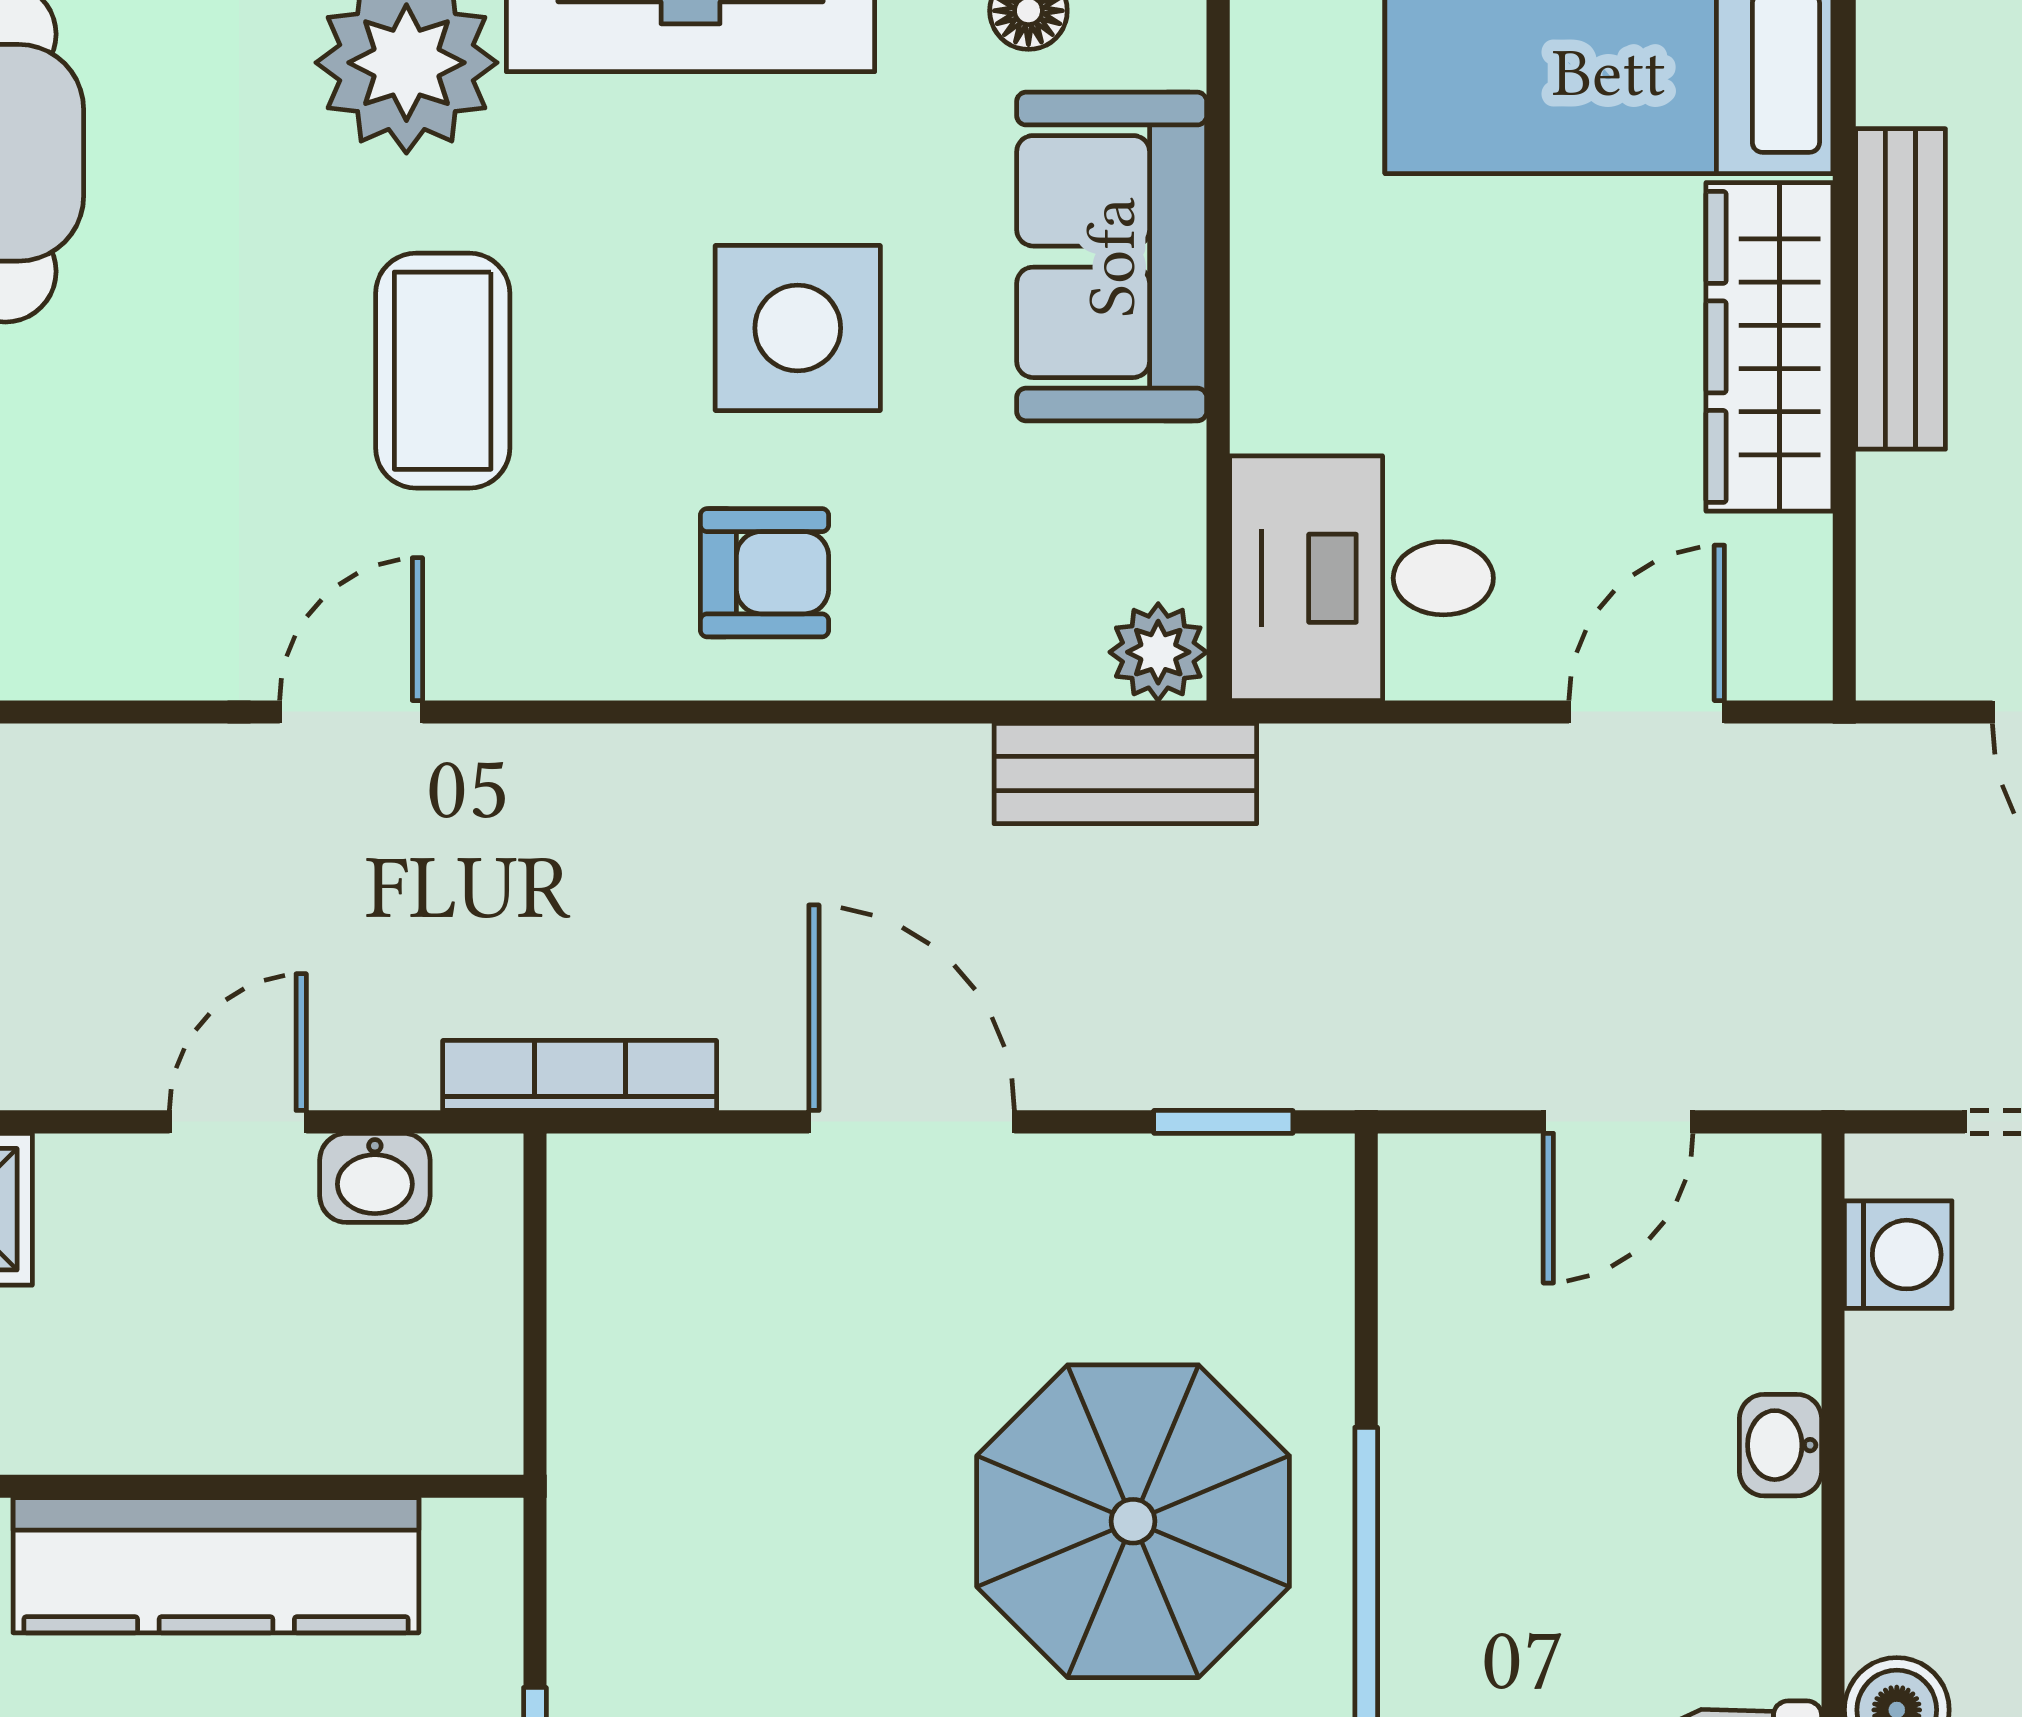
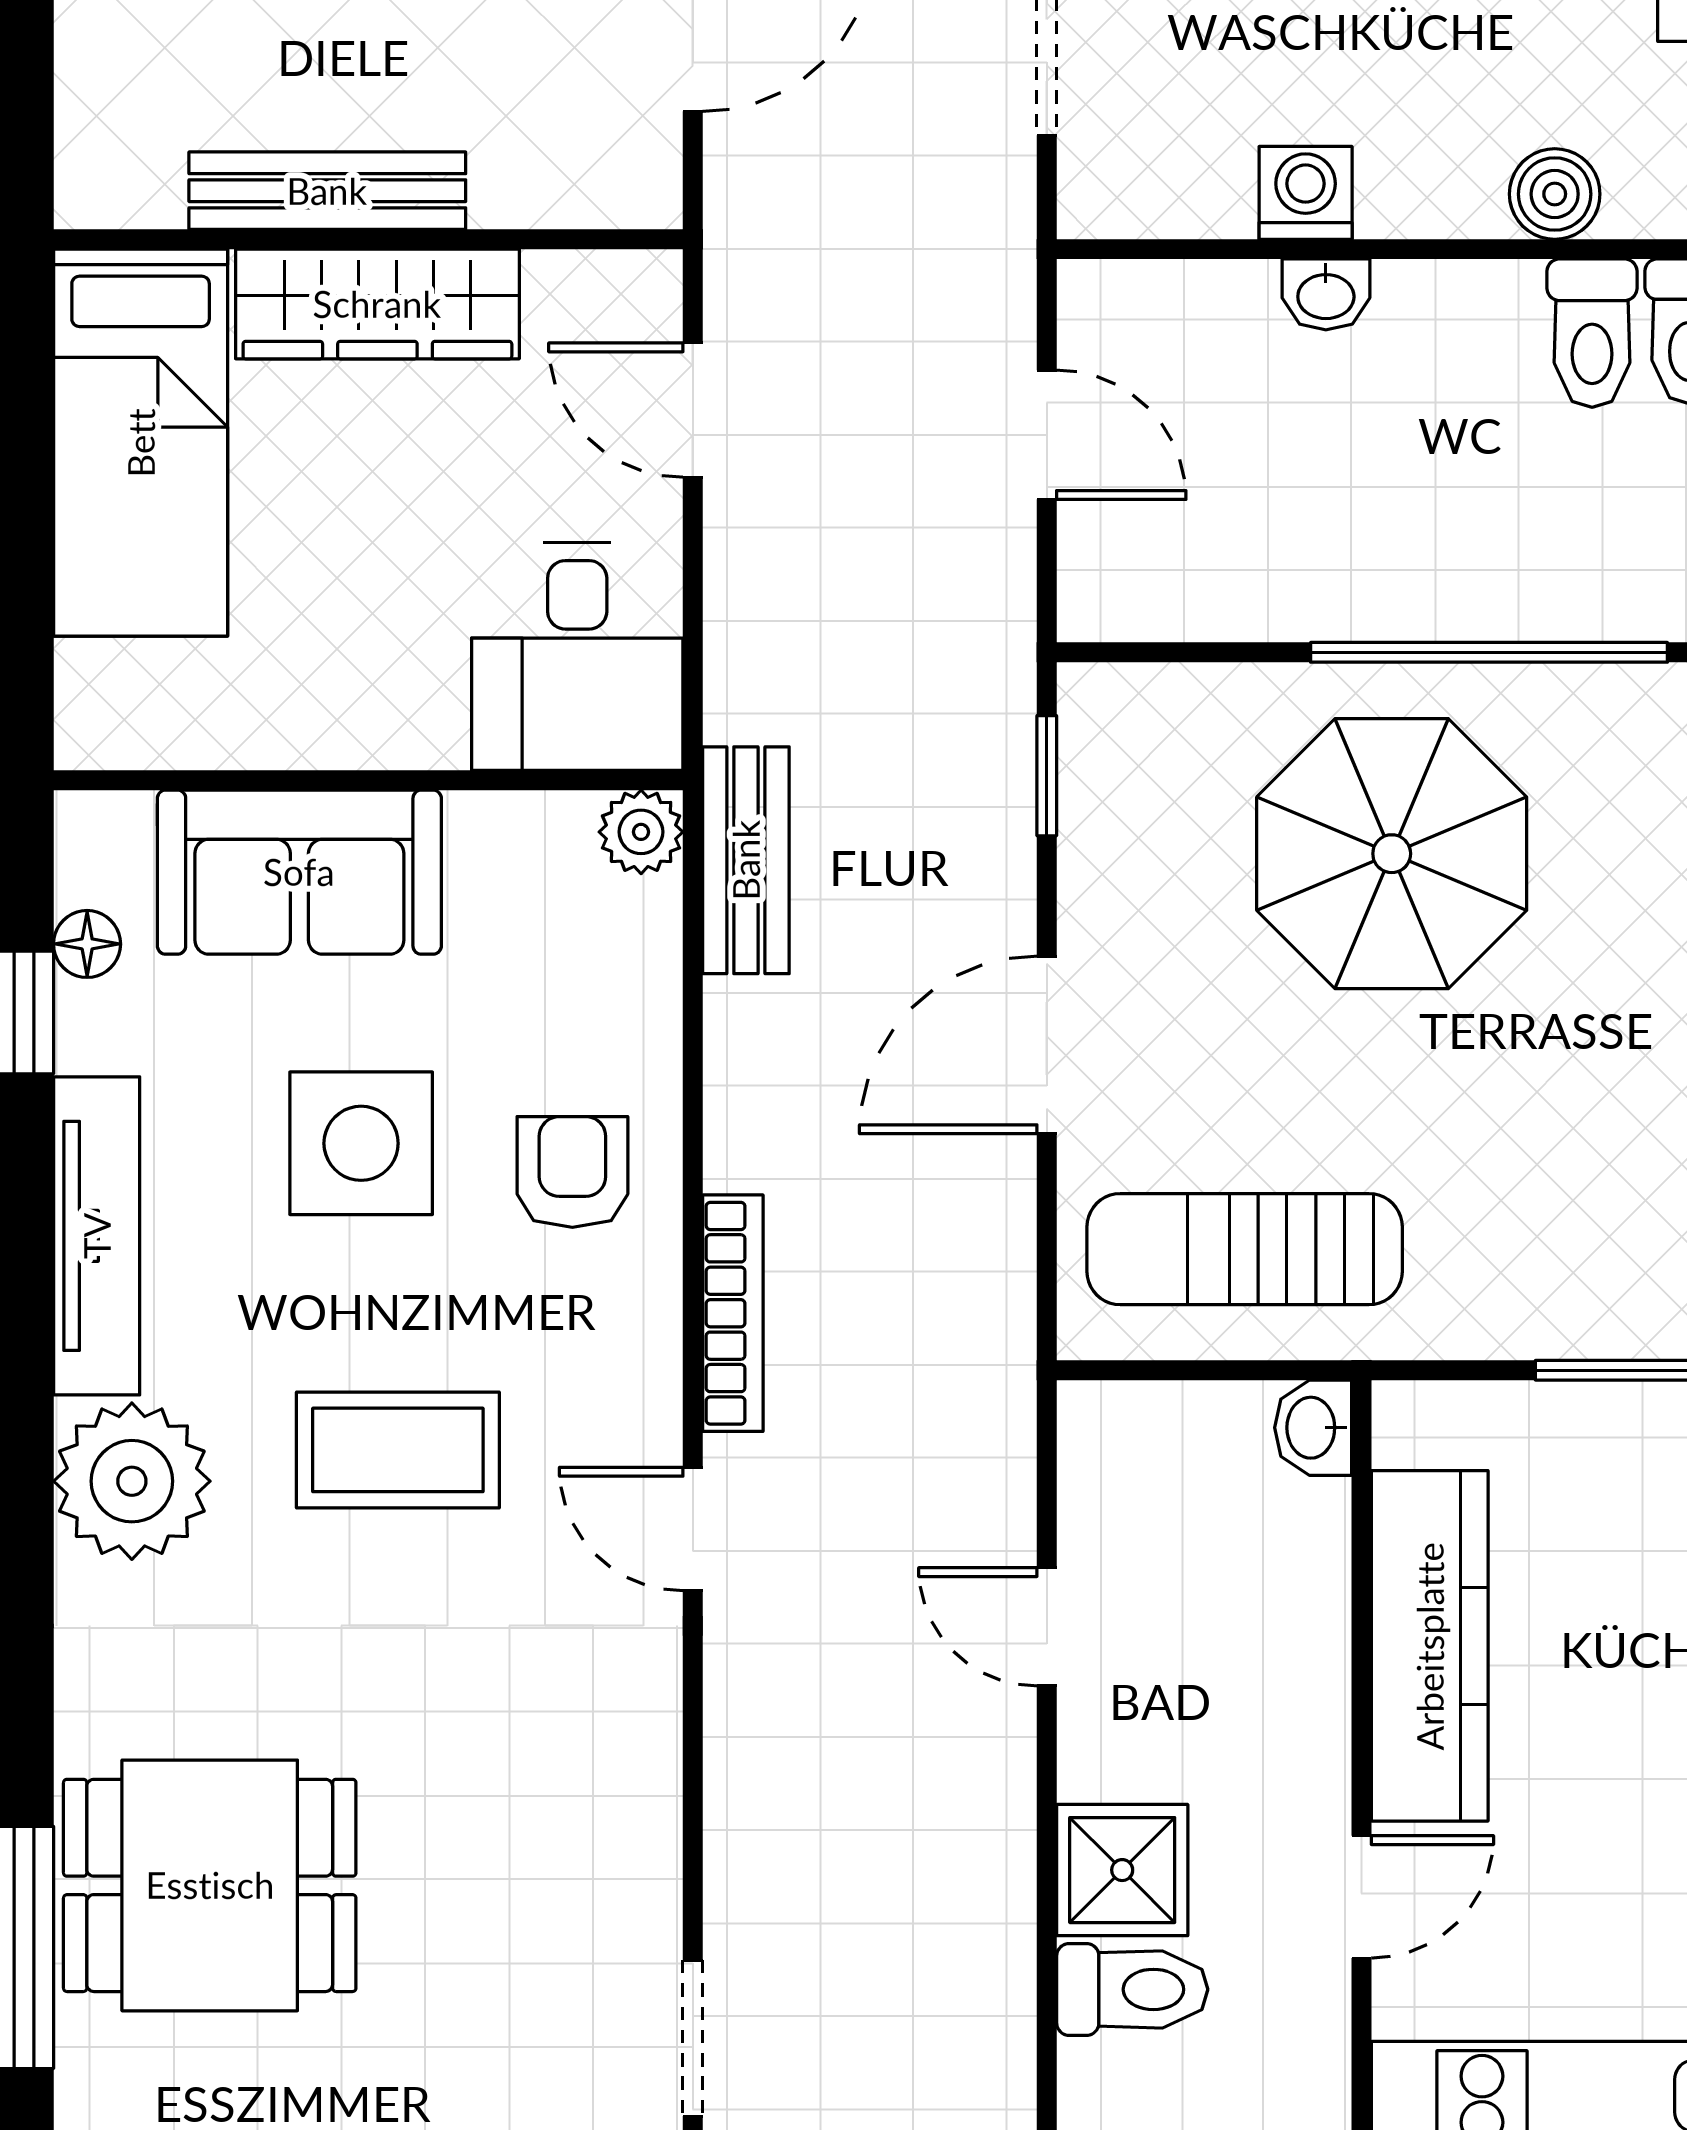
bookcase: (580, 1075) -> (733, 1313), moved, turned 180
washbasin: (375, 1178) -> (1313, 1428), moved, turned 180
washing machine: (1898, 1255) -> (1306, 193), moved
sun lounger: (675, 1351) -> (1245, 1249), added

